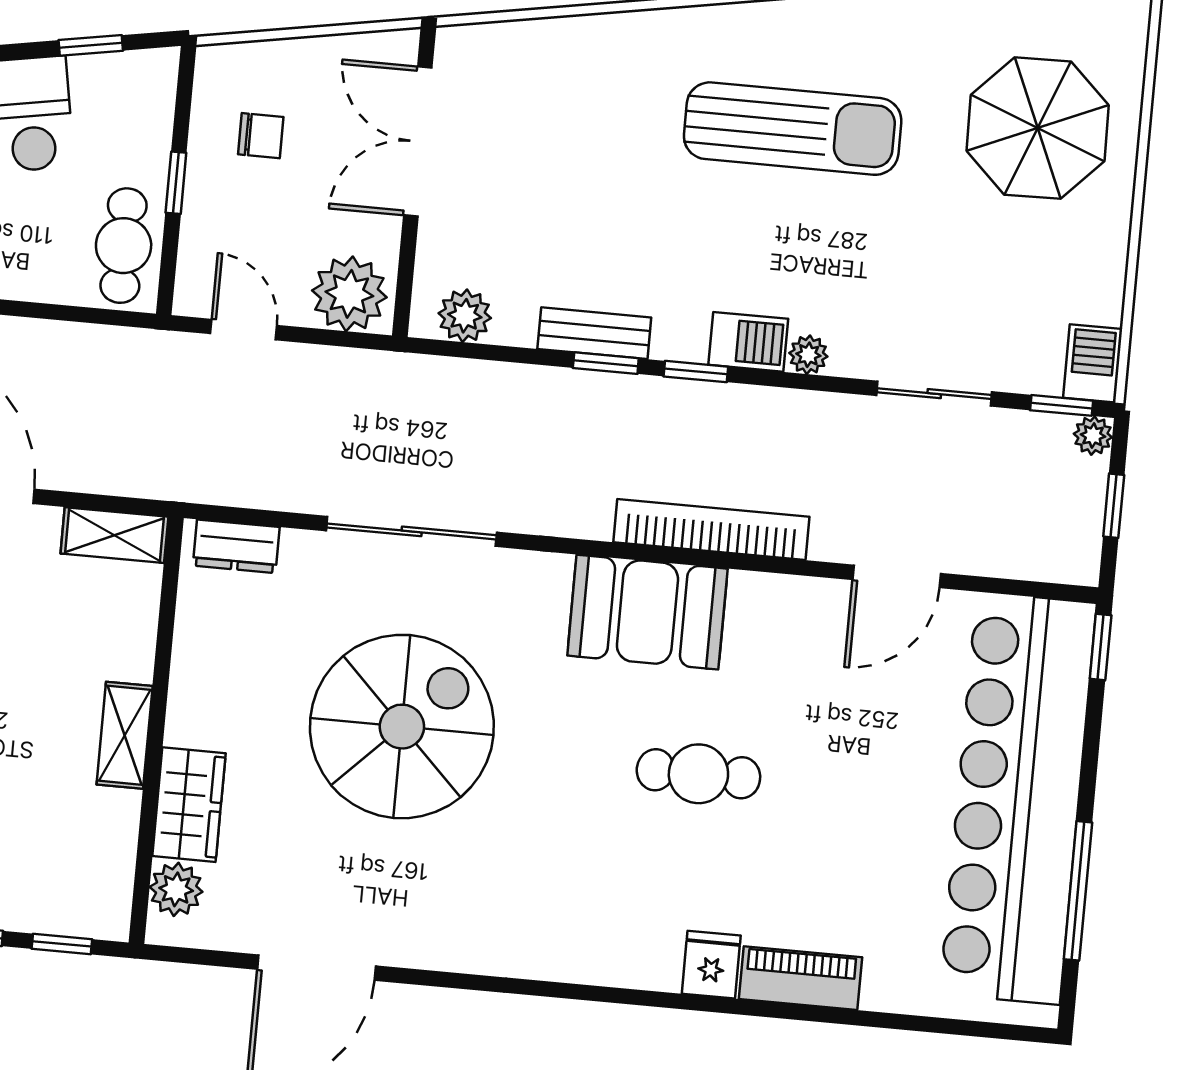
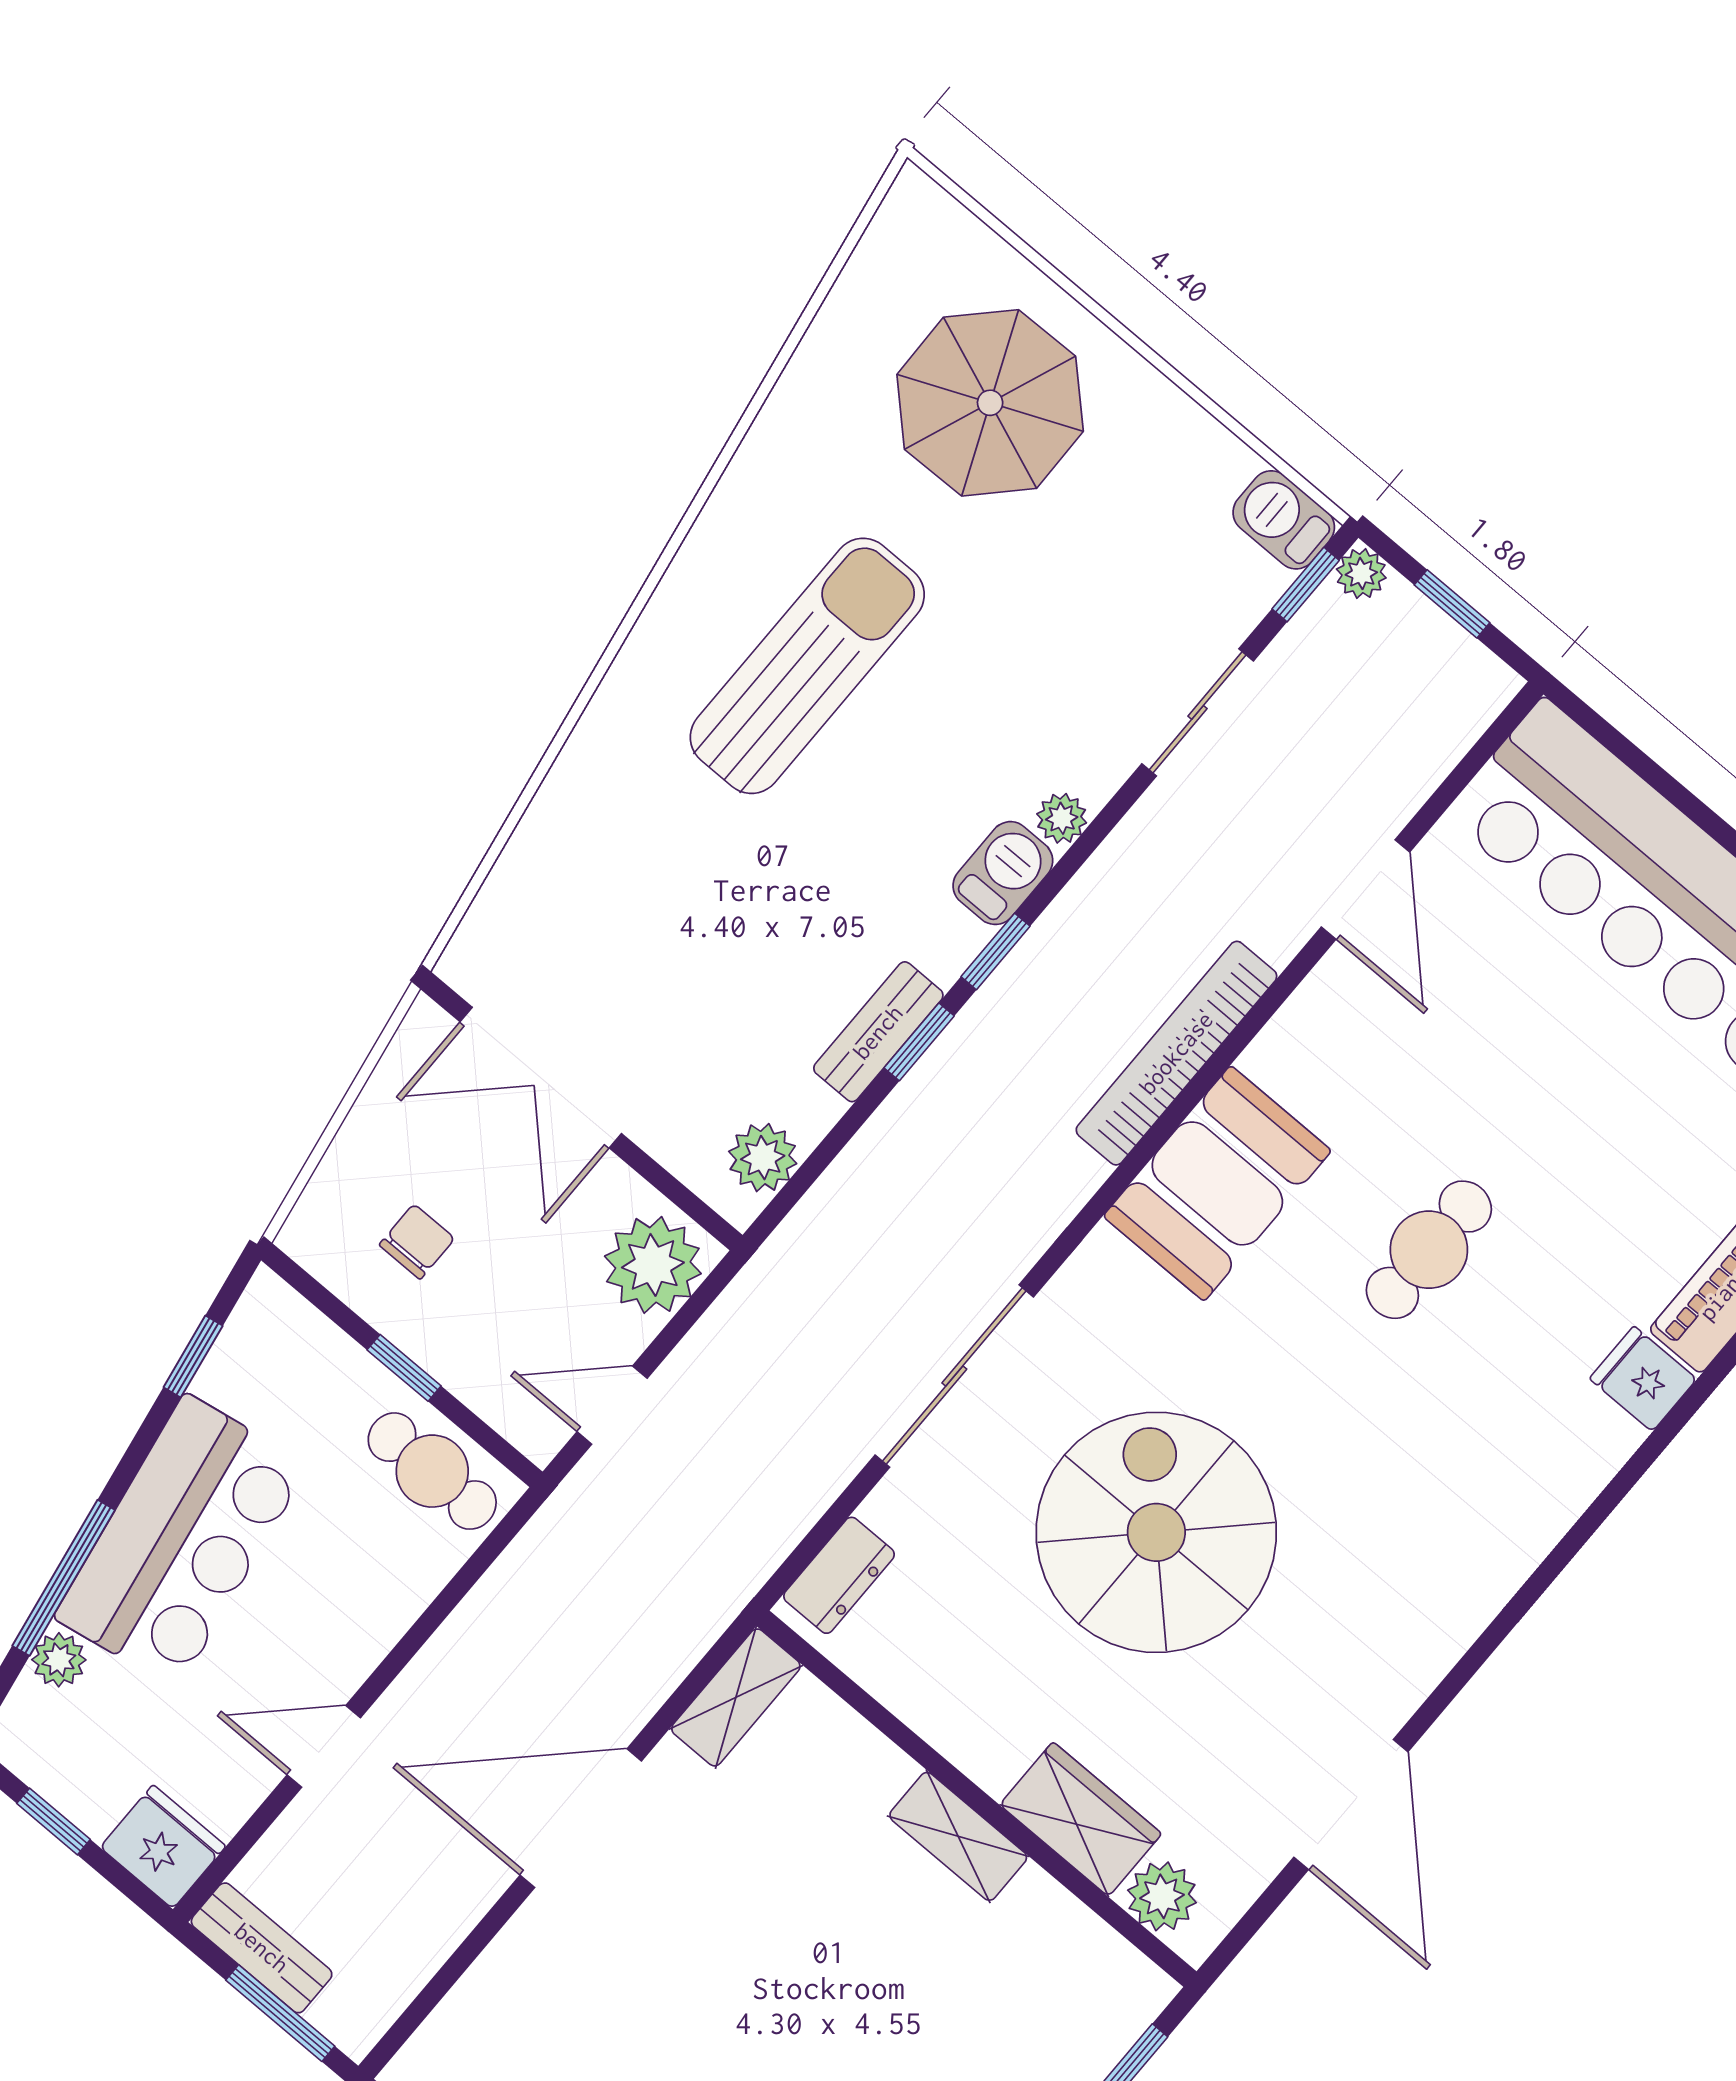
window: (1101, 647) -> (1594, 724), removed

